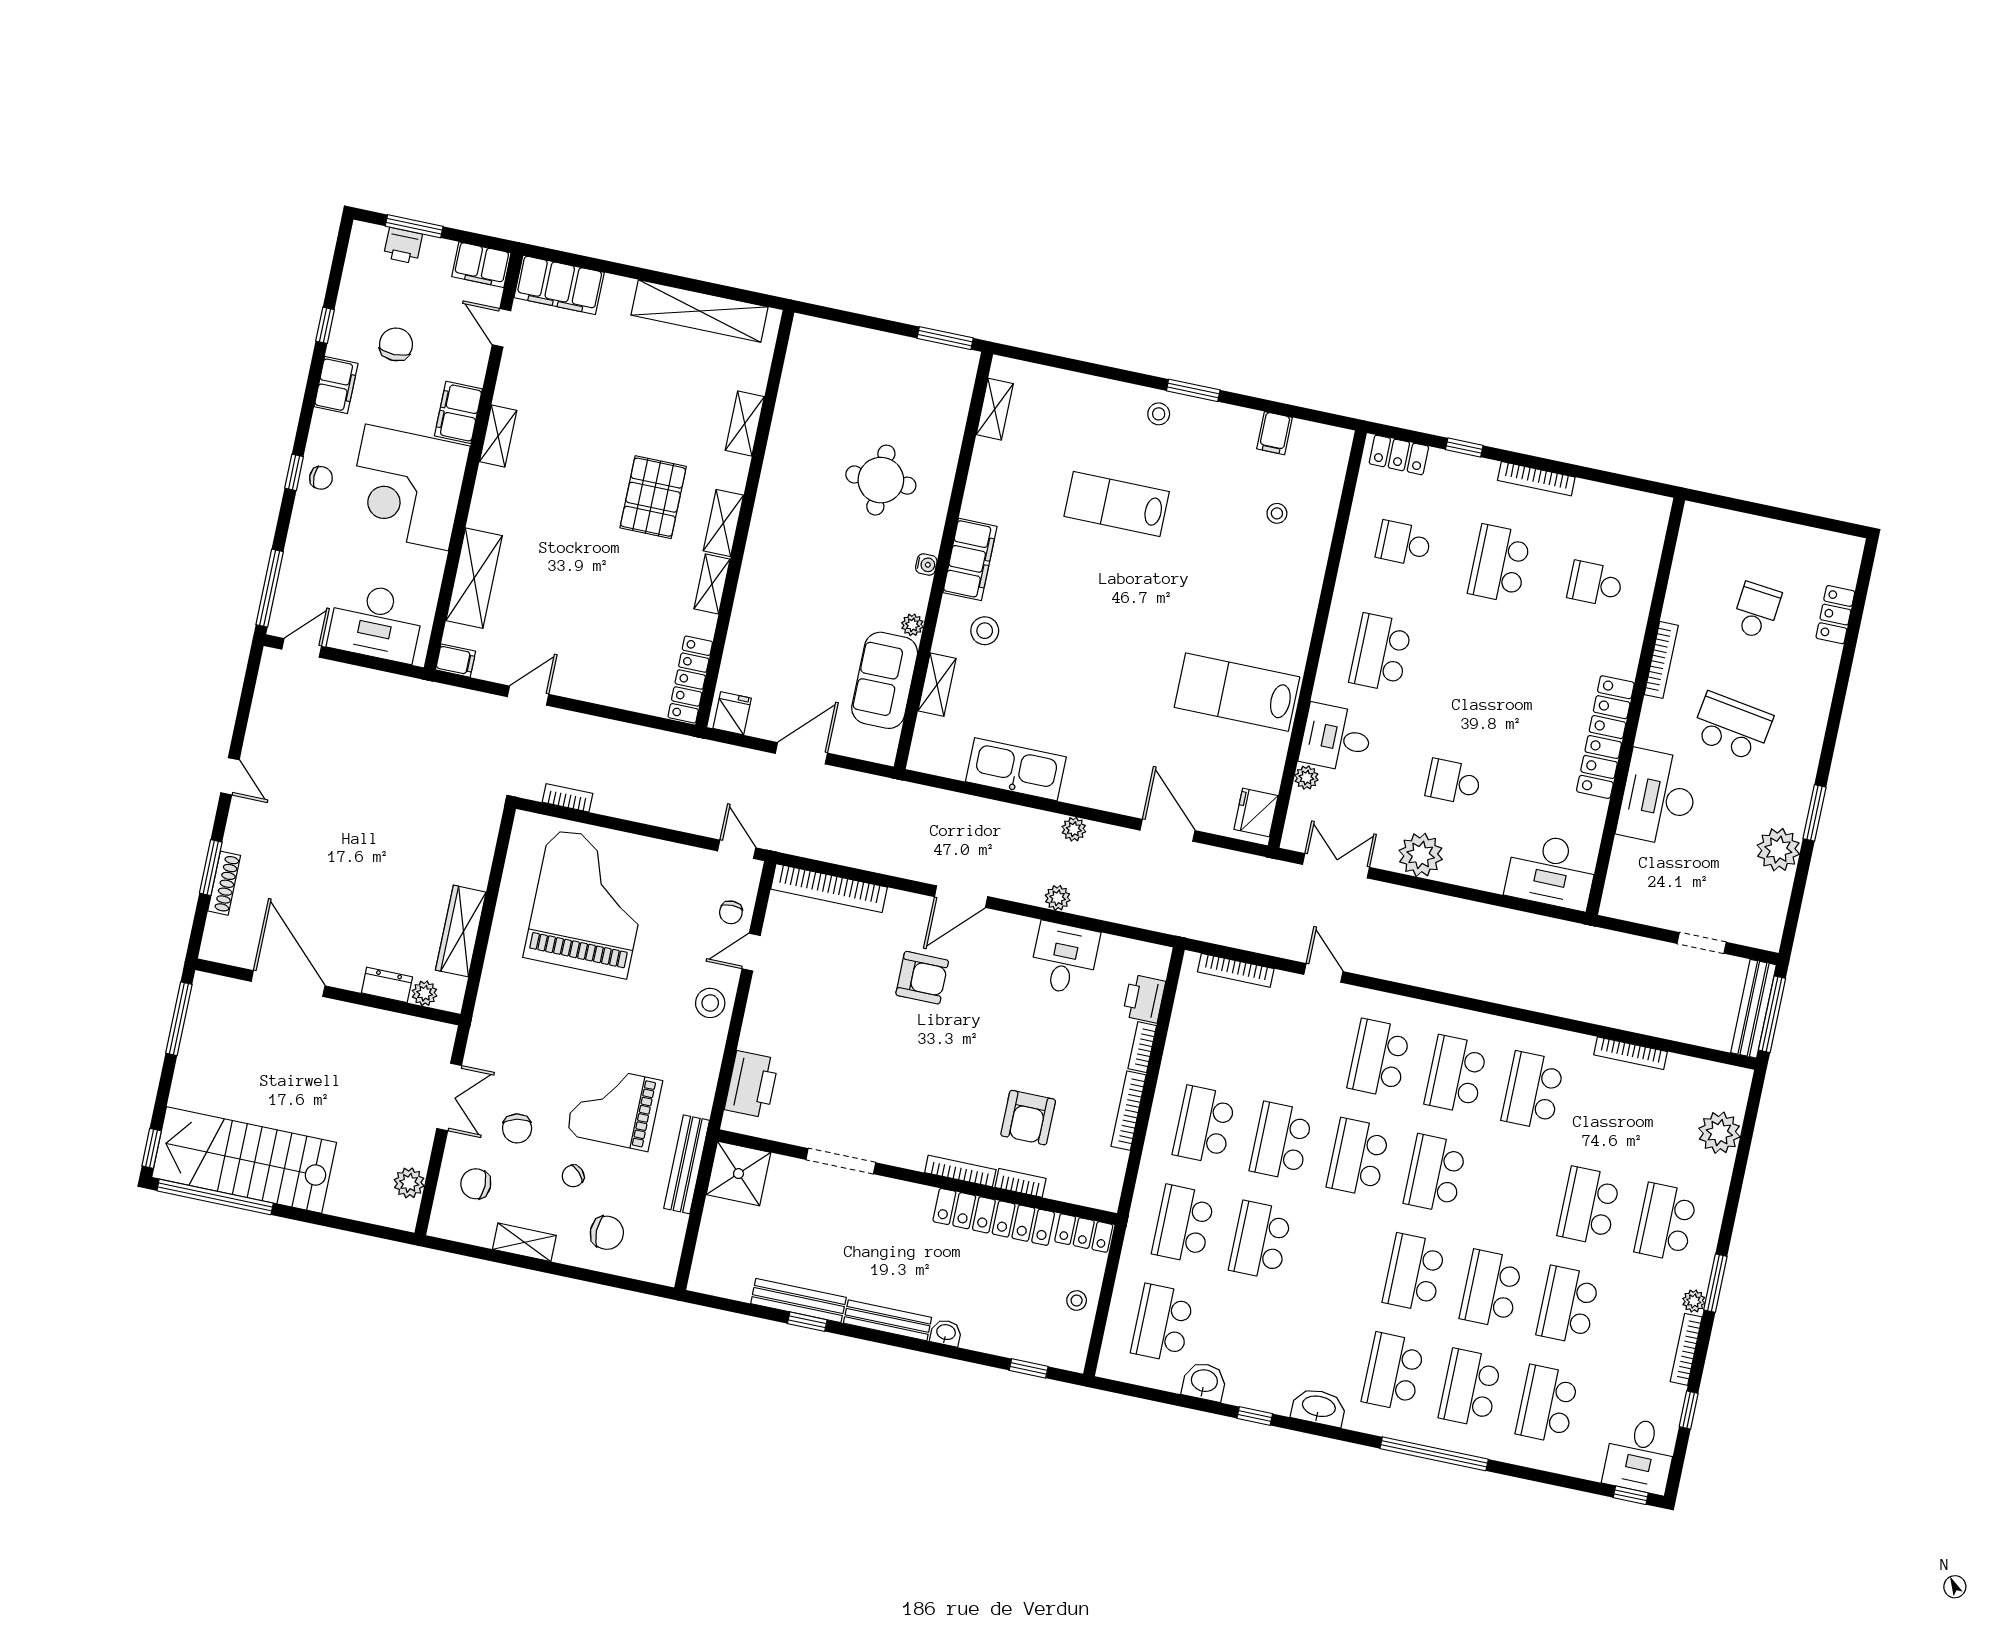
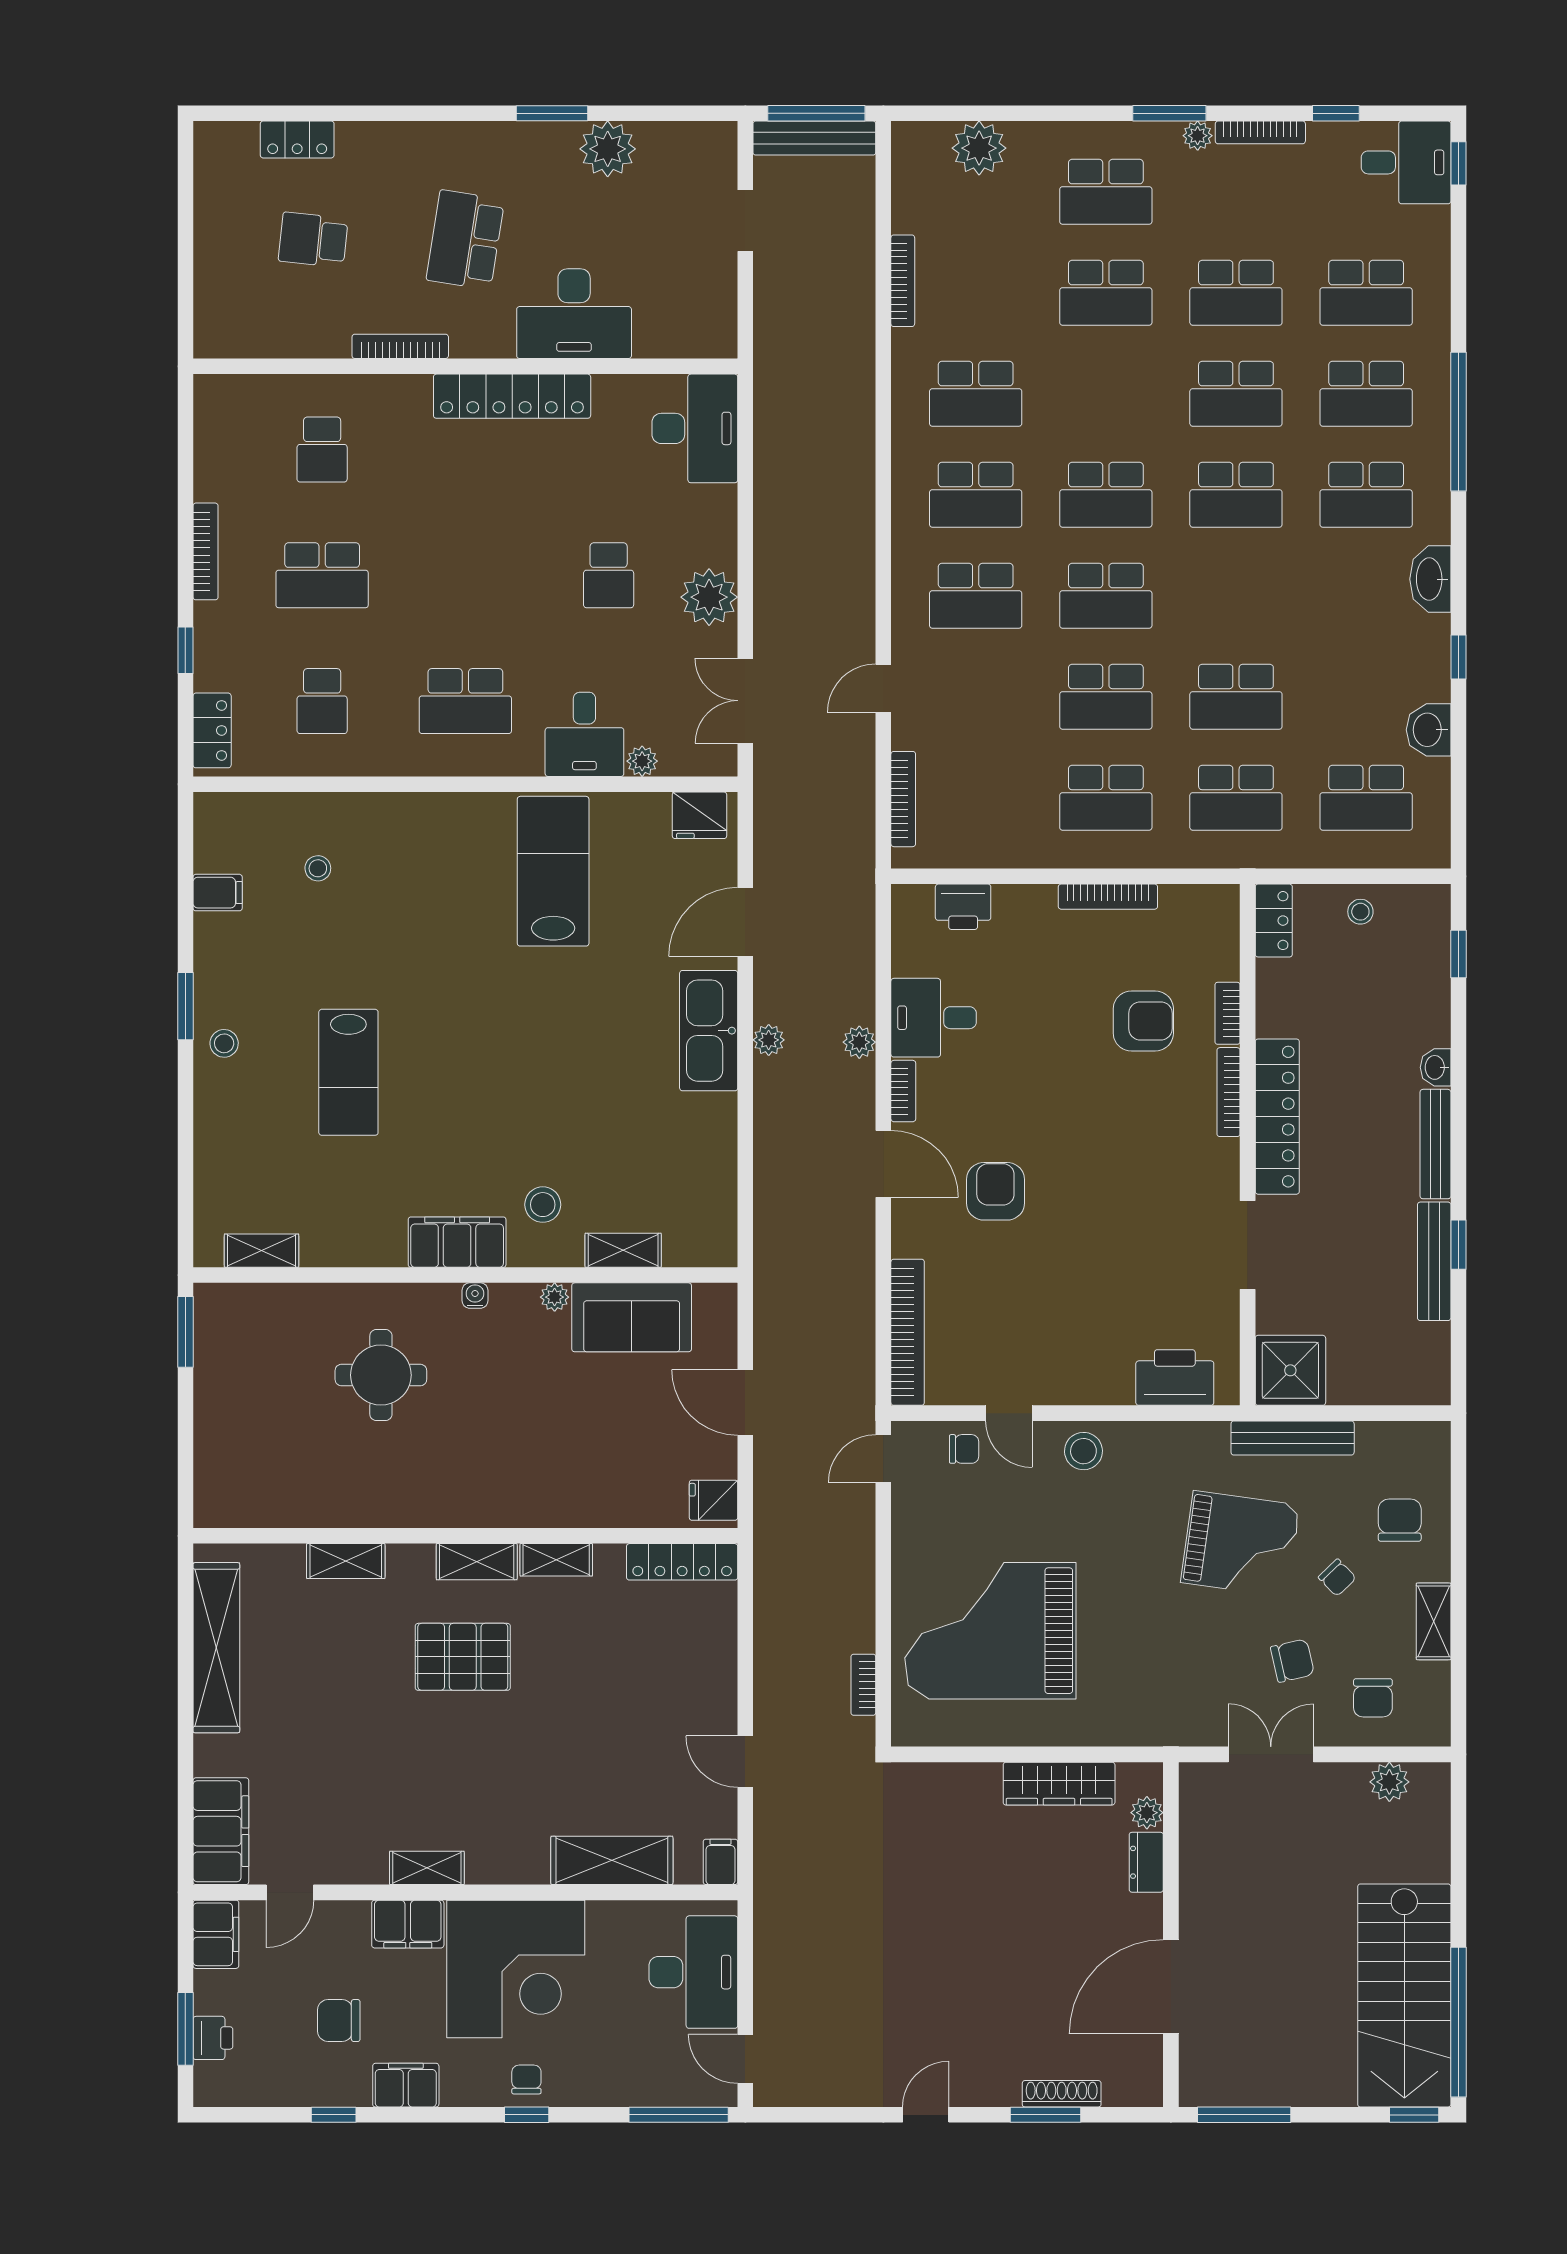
lab bench: (1237, 692) -> (553, 871), turned 180
kitchen sink: (1016, 769) -> (709, 1031), moved
bookcase: (1142, 1047) -> (903, 1091), moved, turned -90
grand piano: (614, 1108) -> (1240, 1544), turned -82
locker: (994, 1217) -> (1277, 1117), moved

